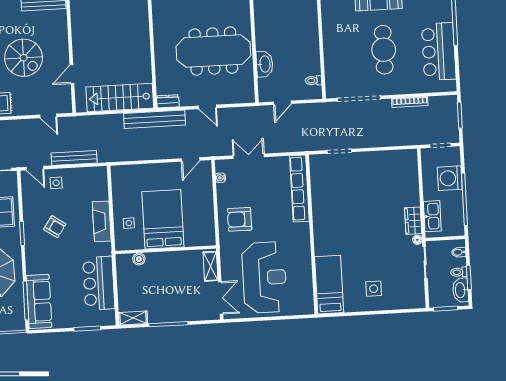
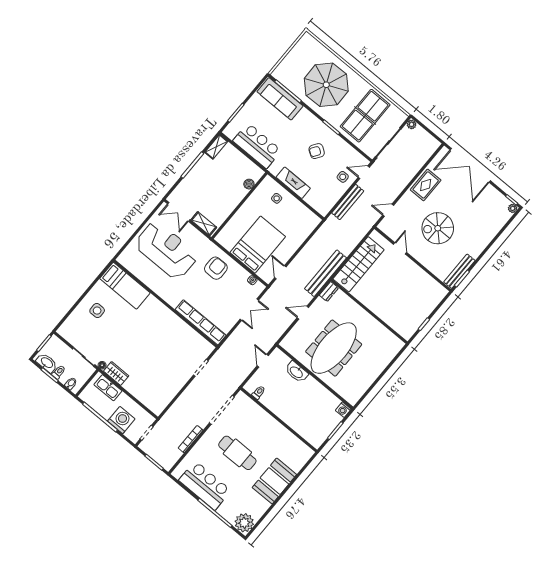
bed: (163, 219) -> (258, 245), moved, turned -90
reception desk: (264, 277) -> (166, 250), turned 180

